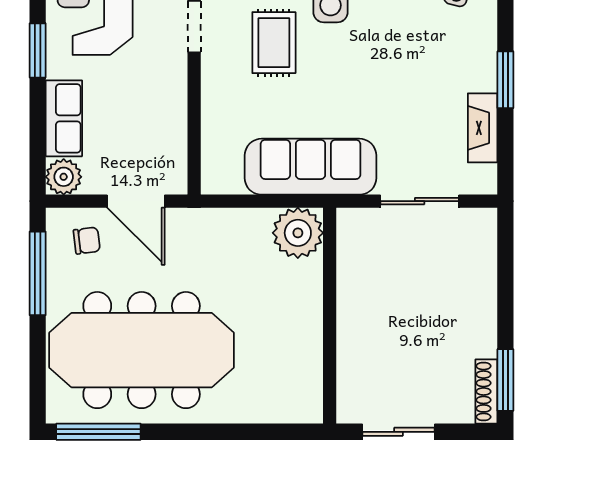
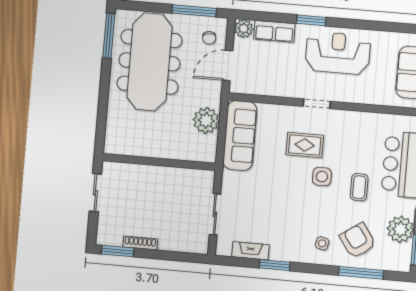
sofa: (311, 167) -> (240, 135), moved
plant: (298, 233) -> (206, 120), moved
shoe rack: (486, 391) -> (140, 243), moved

